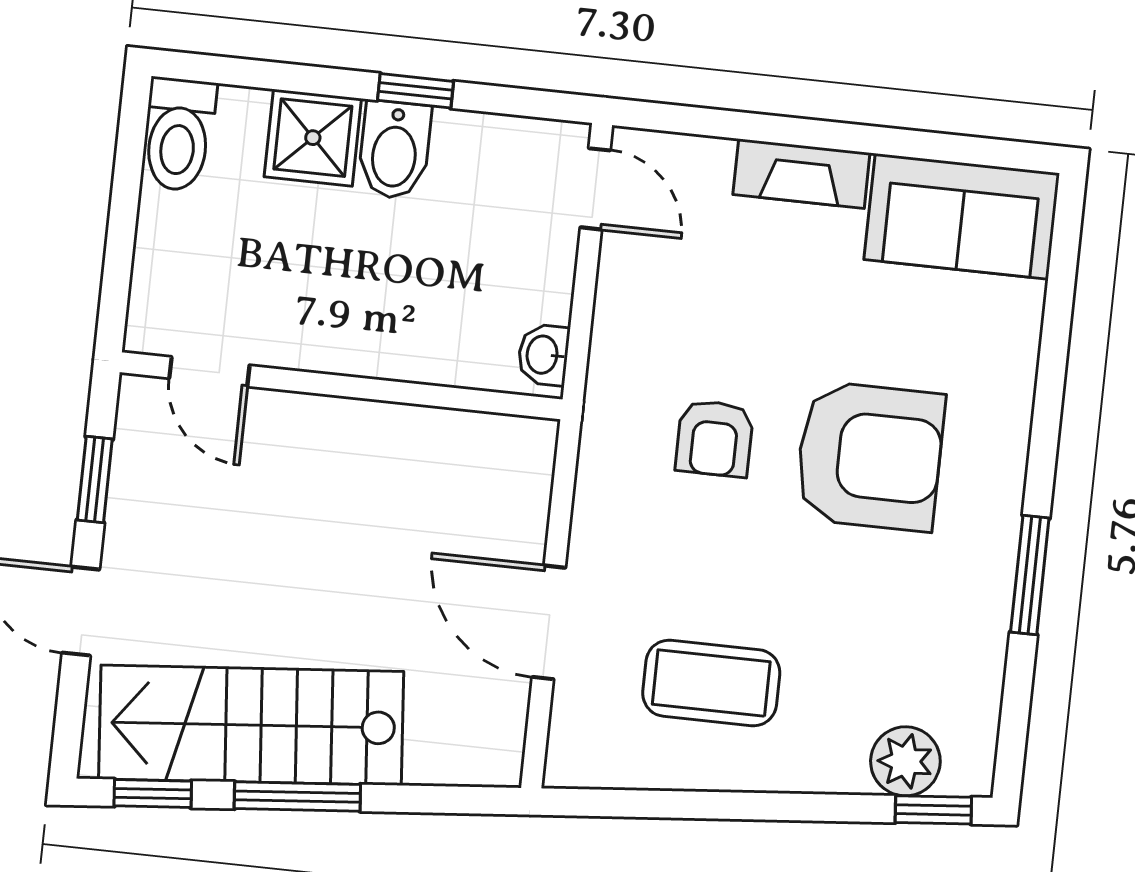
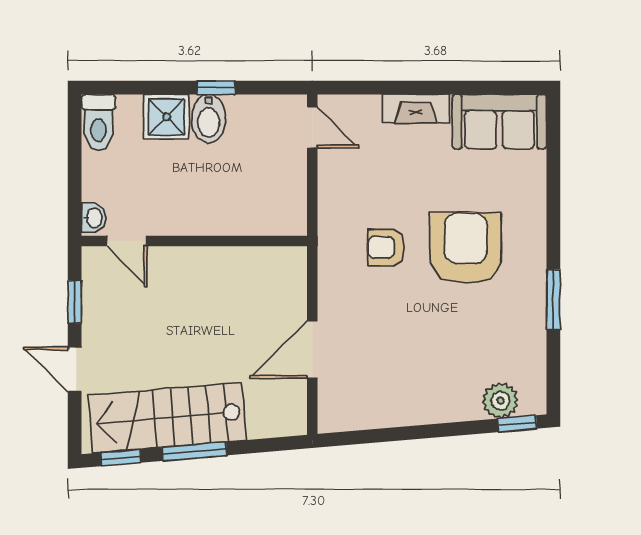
washbasin: (543, 355) -> (94, 218), moved, turned 180
armchair: (714, 438) -> (386, 247), turned 90
armchair: (870, 456) -> (466, 248), turned -90
door: (549, 622) -> (312, 350), hinge flipped
coffee table: (711, 683) -> (398, 371), removed

